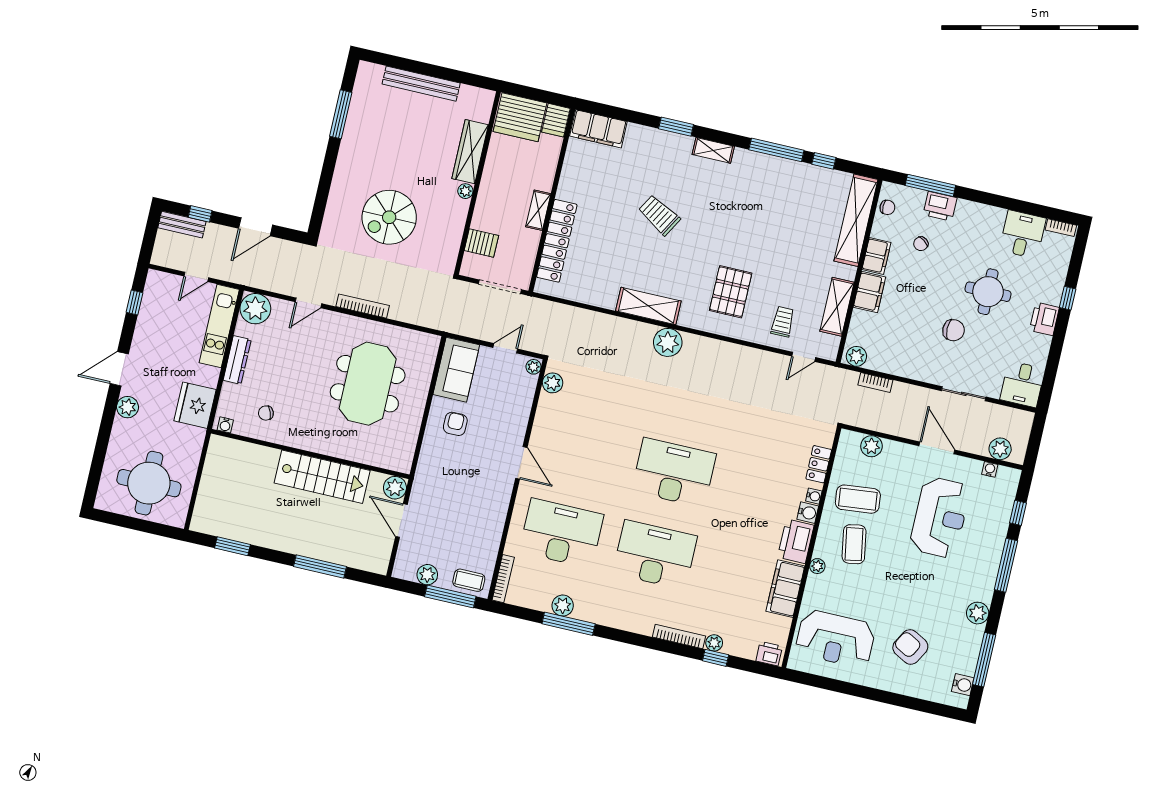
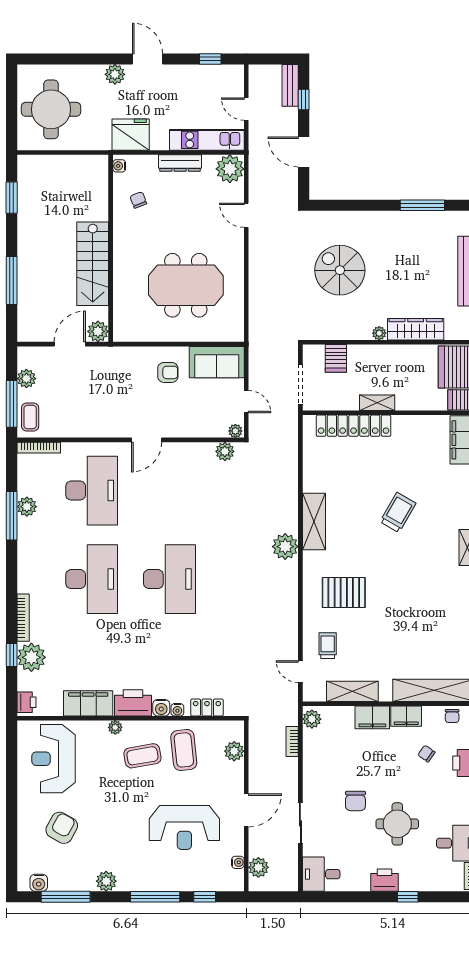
bookcase: (363, 306) -> (254, 265), removed
trolley: (783, 322) -> (328, 646), turned -90
plant: (714, 643) -> (31, 657), width x1.87, depth x1.87

